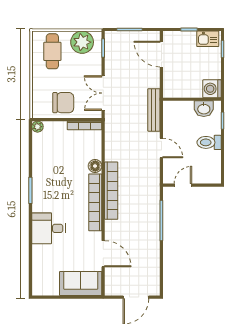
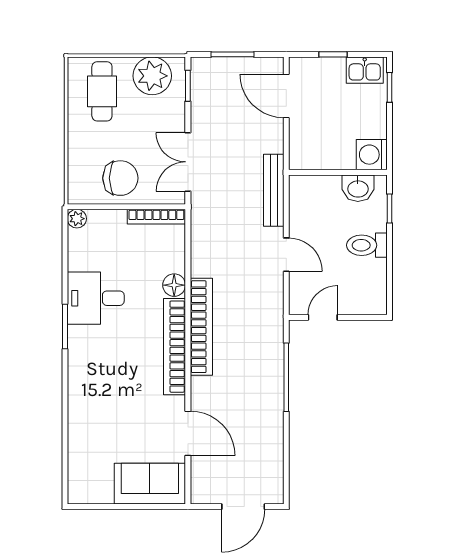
desk: (49, 228) -> (96, 298), moved

